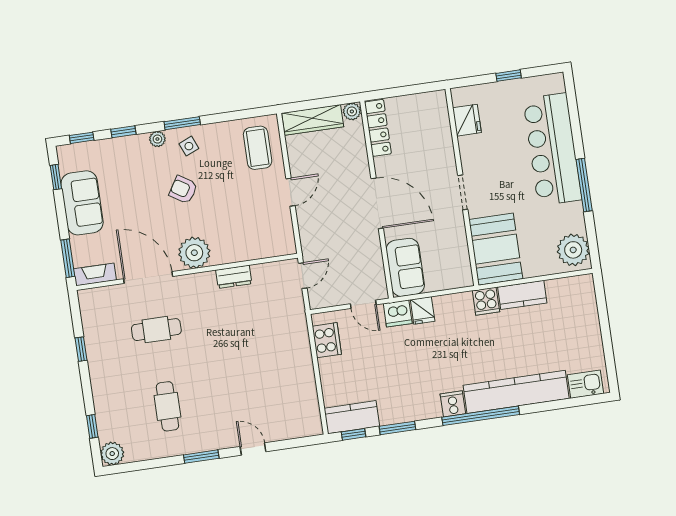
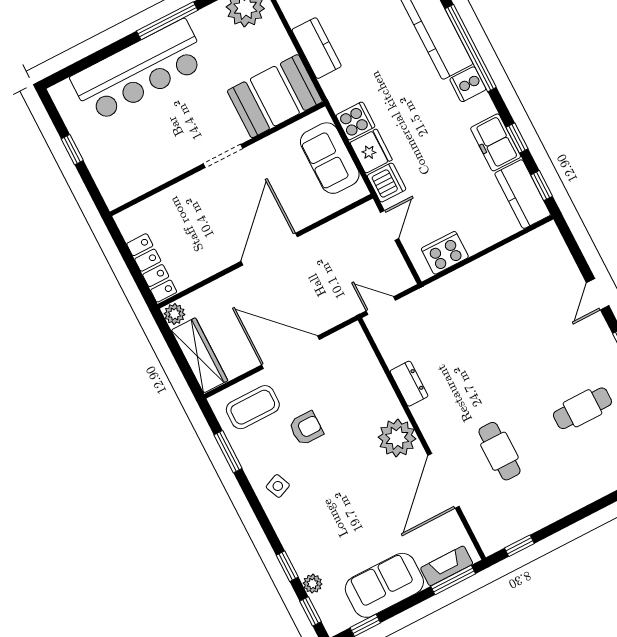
fridge: (467, 120) -> (139, 180), removed
window: (182, 123) -> (228, 452), moved
locker: (378, 128) -> (152, 268), moved, turned 90
plant: (157, 139) -> (313, 584), moved
armchair: (183, 190) -> (306, 428), moved, turned -122
door: (290, 192) -> (290, 352), width x1.87
sofa: (405, 267) -> (330, 158), moved, turned -90
fireplace: (95, 274) -> (447, 566), moved, turned 90
cooker: (486, 301) -> (356, 121), moved
fridge: (423, 310) -> (371, 151), width x1.38
window: (81, 349) -> (519, 546), moved
freezer: (400, 410) -> (496, 142), added
window: (397, 428) -> (517, 138), width x0.67

